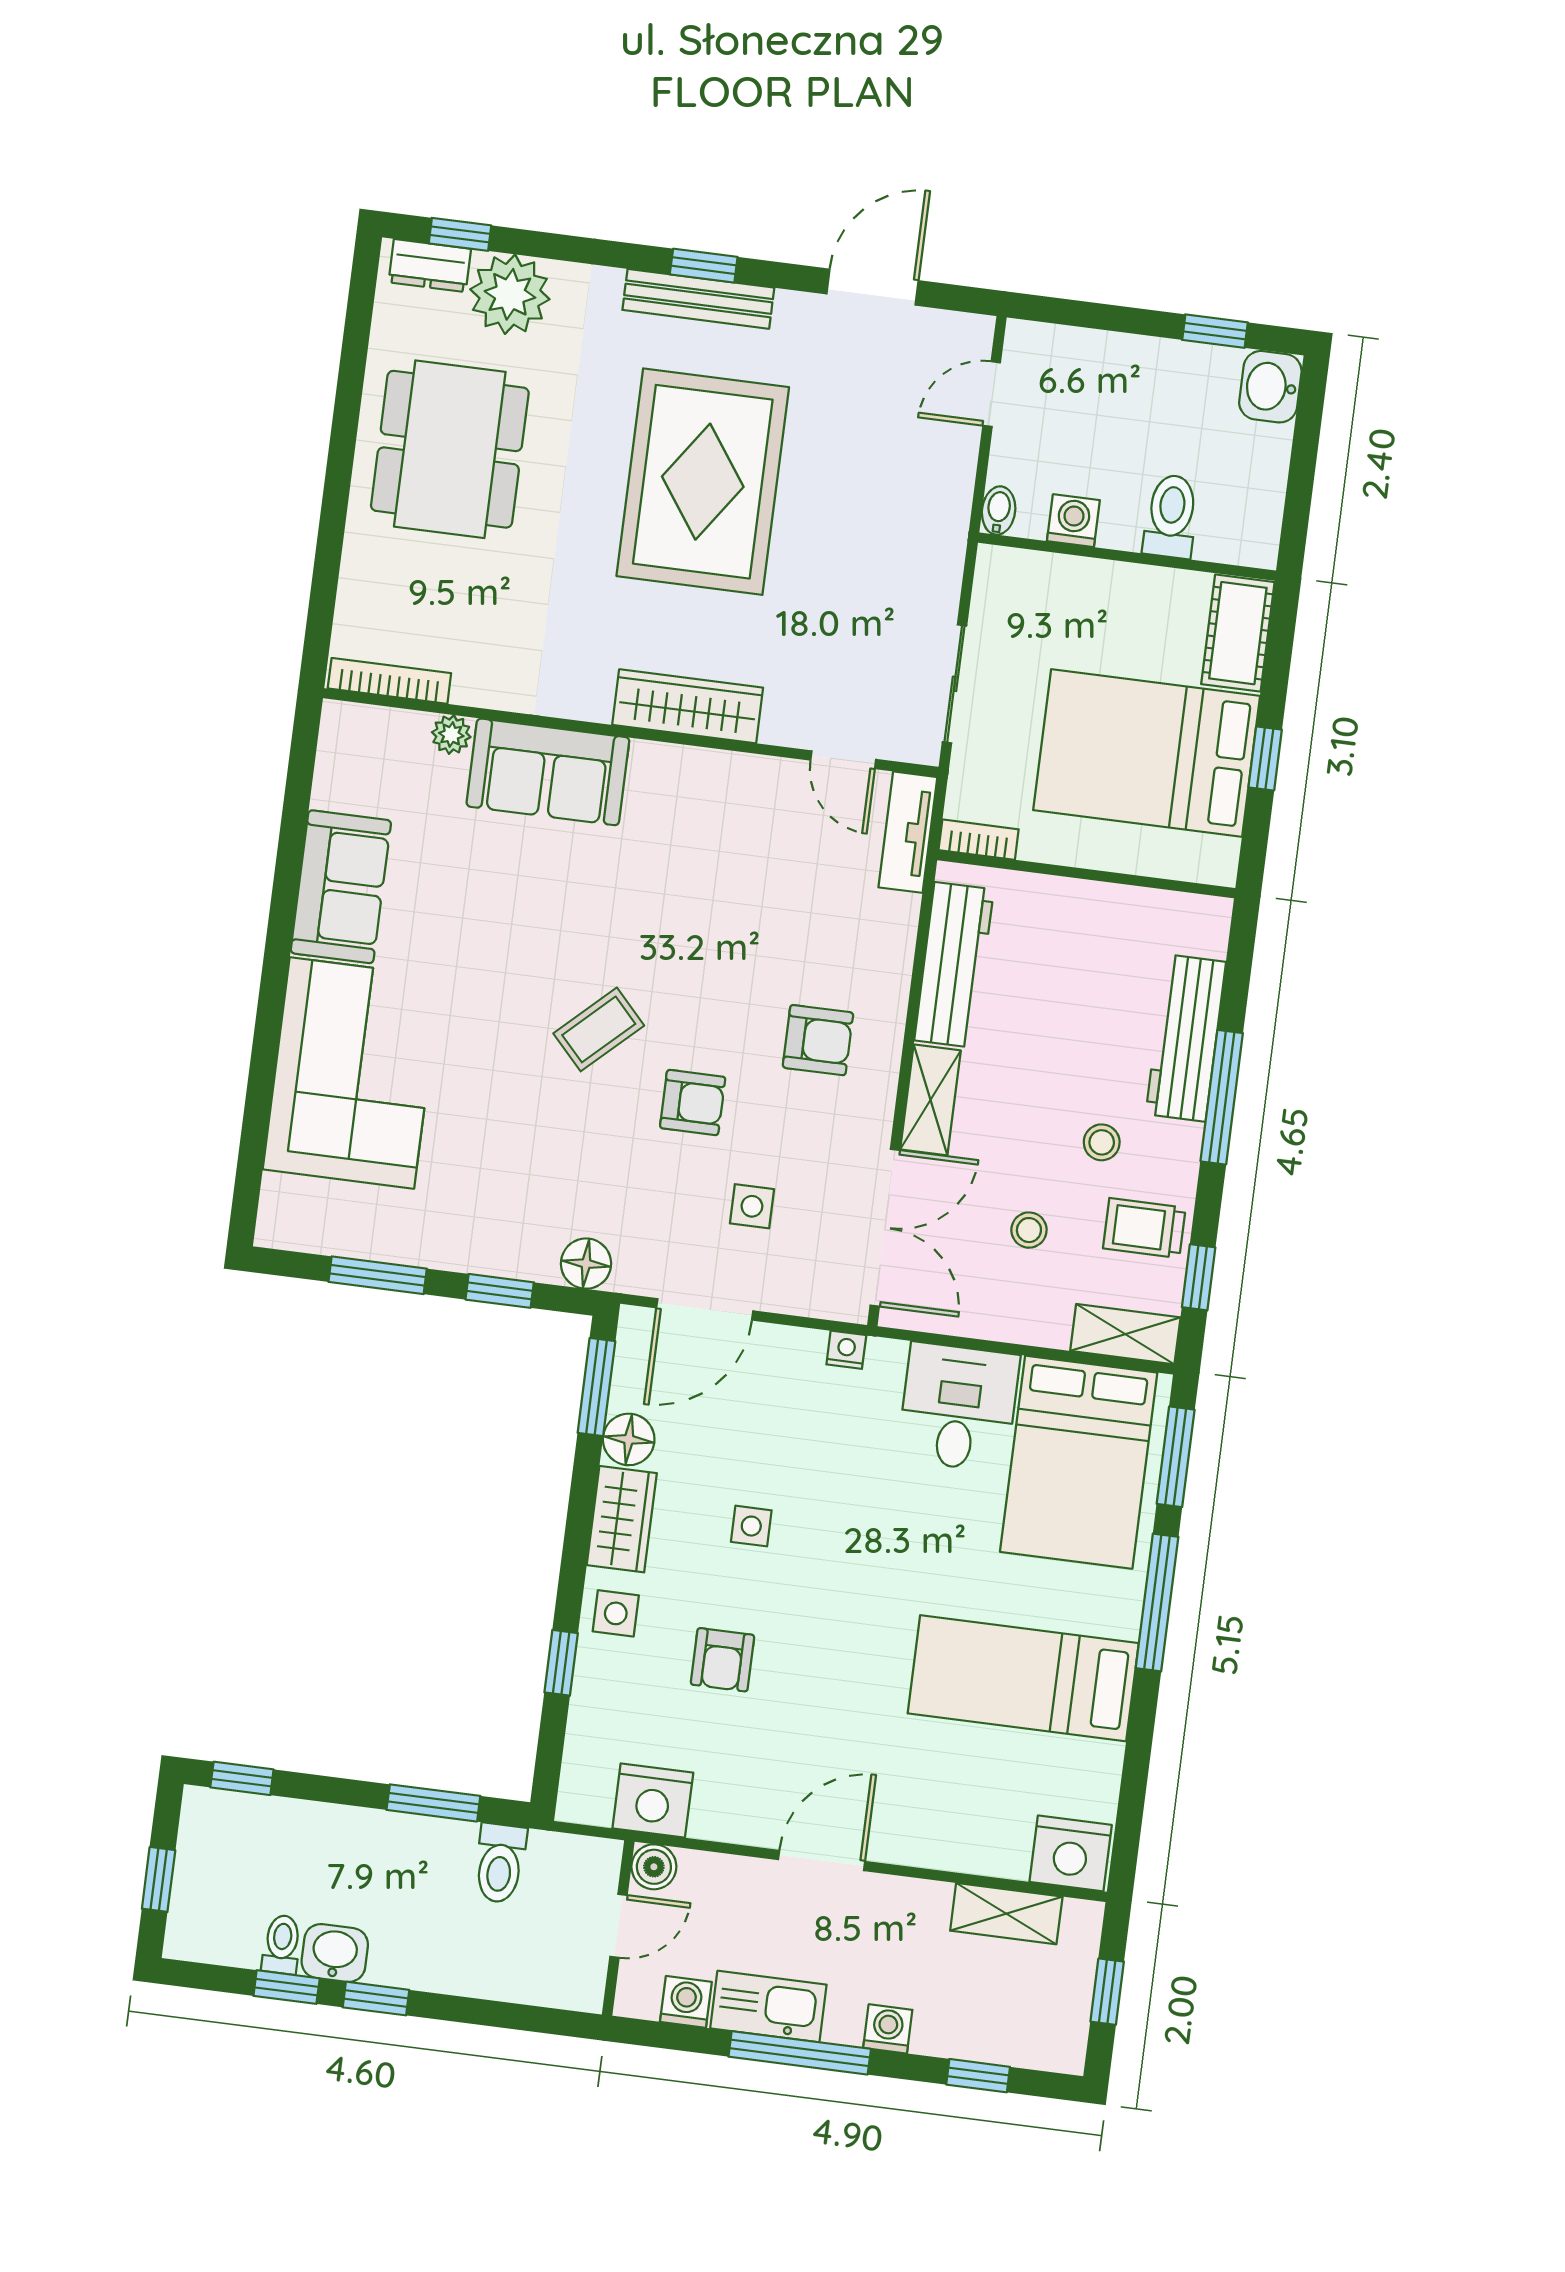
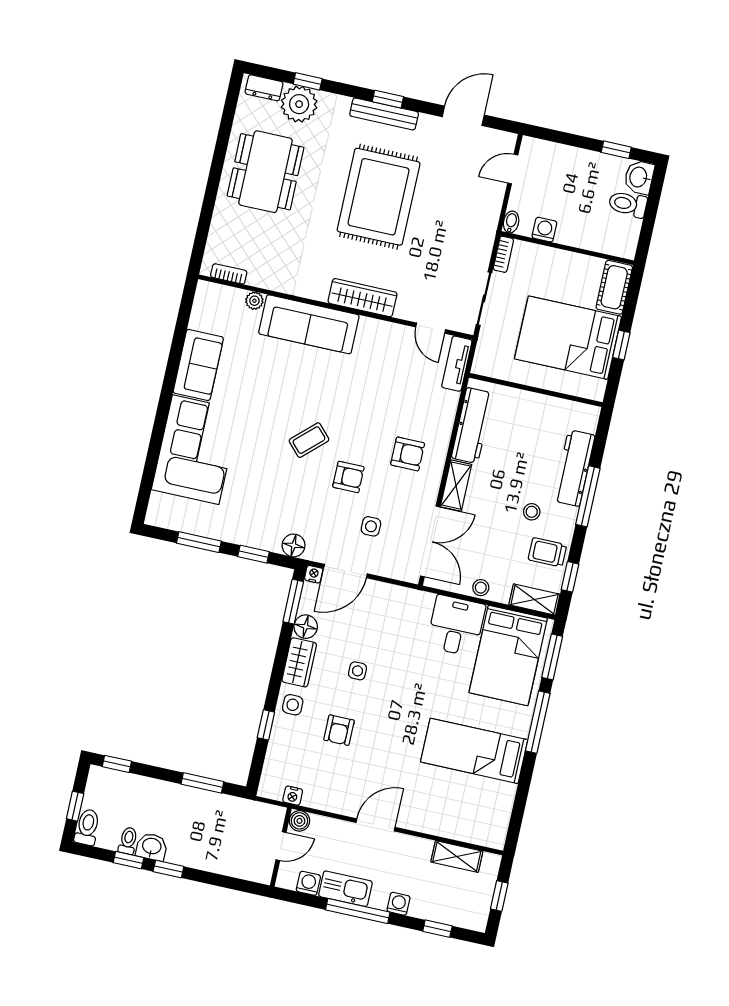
window: (460, 234) -> (308, 81), moved
toilet: (1171, 516) -> (628, 204), moved, turned -90
bookcase: (389, 681) -> (229, 274), width x0.64
sofa: (548, 772) -> (309, 324), width x1.36
bookcase: (979, 840) -> (503, 254), moved, turned 90
stool: (1029, 1230) -> (481, 588), moved
nightstand: (846, 1350) -> (314, 574), moved
nightstand: (653, 1801) -> (293, 796), width x0.53, depth x0.56
nightstand: (1071, 1853) -> (488, 832), removed
toilet: (500, 1863) -> (87, 827), moved, turned 180

